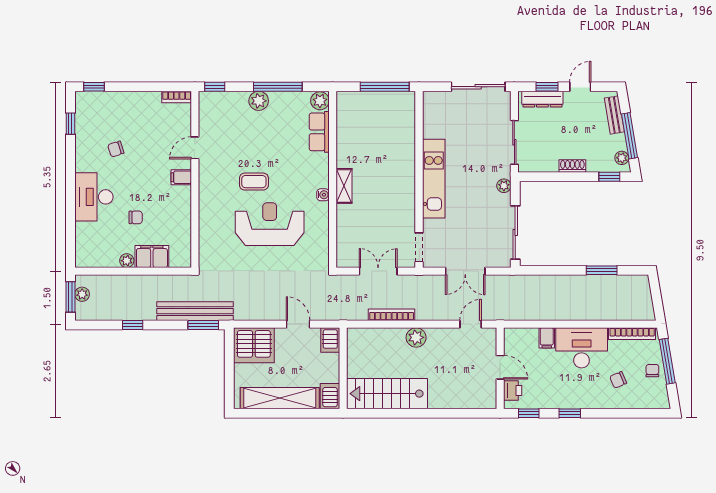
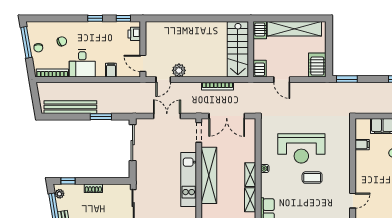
shelving: (344, 149) -> (250, 200), added
filing cabinet: (181, 177) -> (362, 145), moved
shelving: (404, 185) -> (209, 175), added
plant: (504, 186) -> (140, 175), removed
window: (602, 270) -> (101, 117), moved
double door: (378, 271) -> (227, 116), width x1.37
bench: (195, 311) -> (70, 107), moved
plant: (416, 337) -> (179, 70), moved
server rack: (254, 345) -> (317, 65), width x0.63
desk: (582, 348) -> (82, 63), width x0.73
window: (667, 361) -> (26, 42), moved
door: (500, 367) -> (143, 63), moved
stairs: (387, 394) -> (238, 49), moved, turned 90

